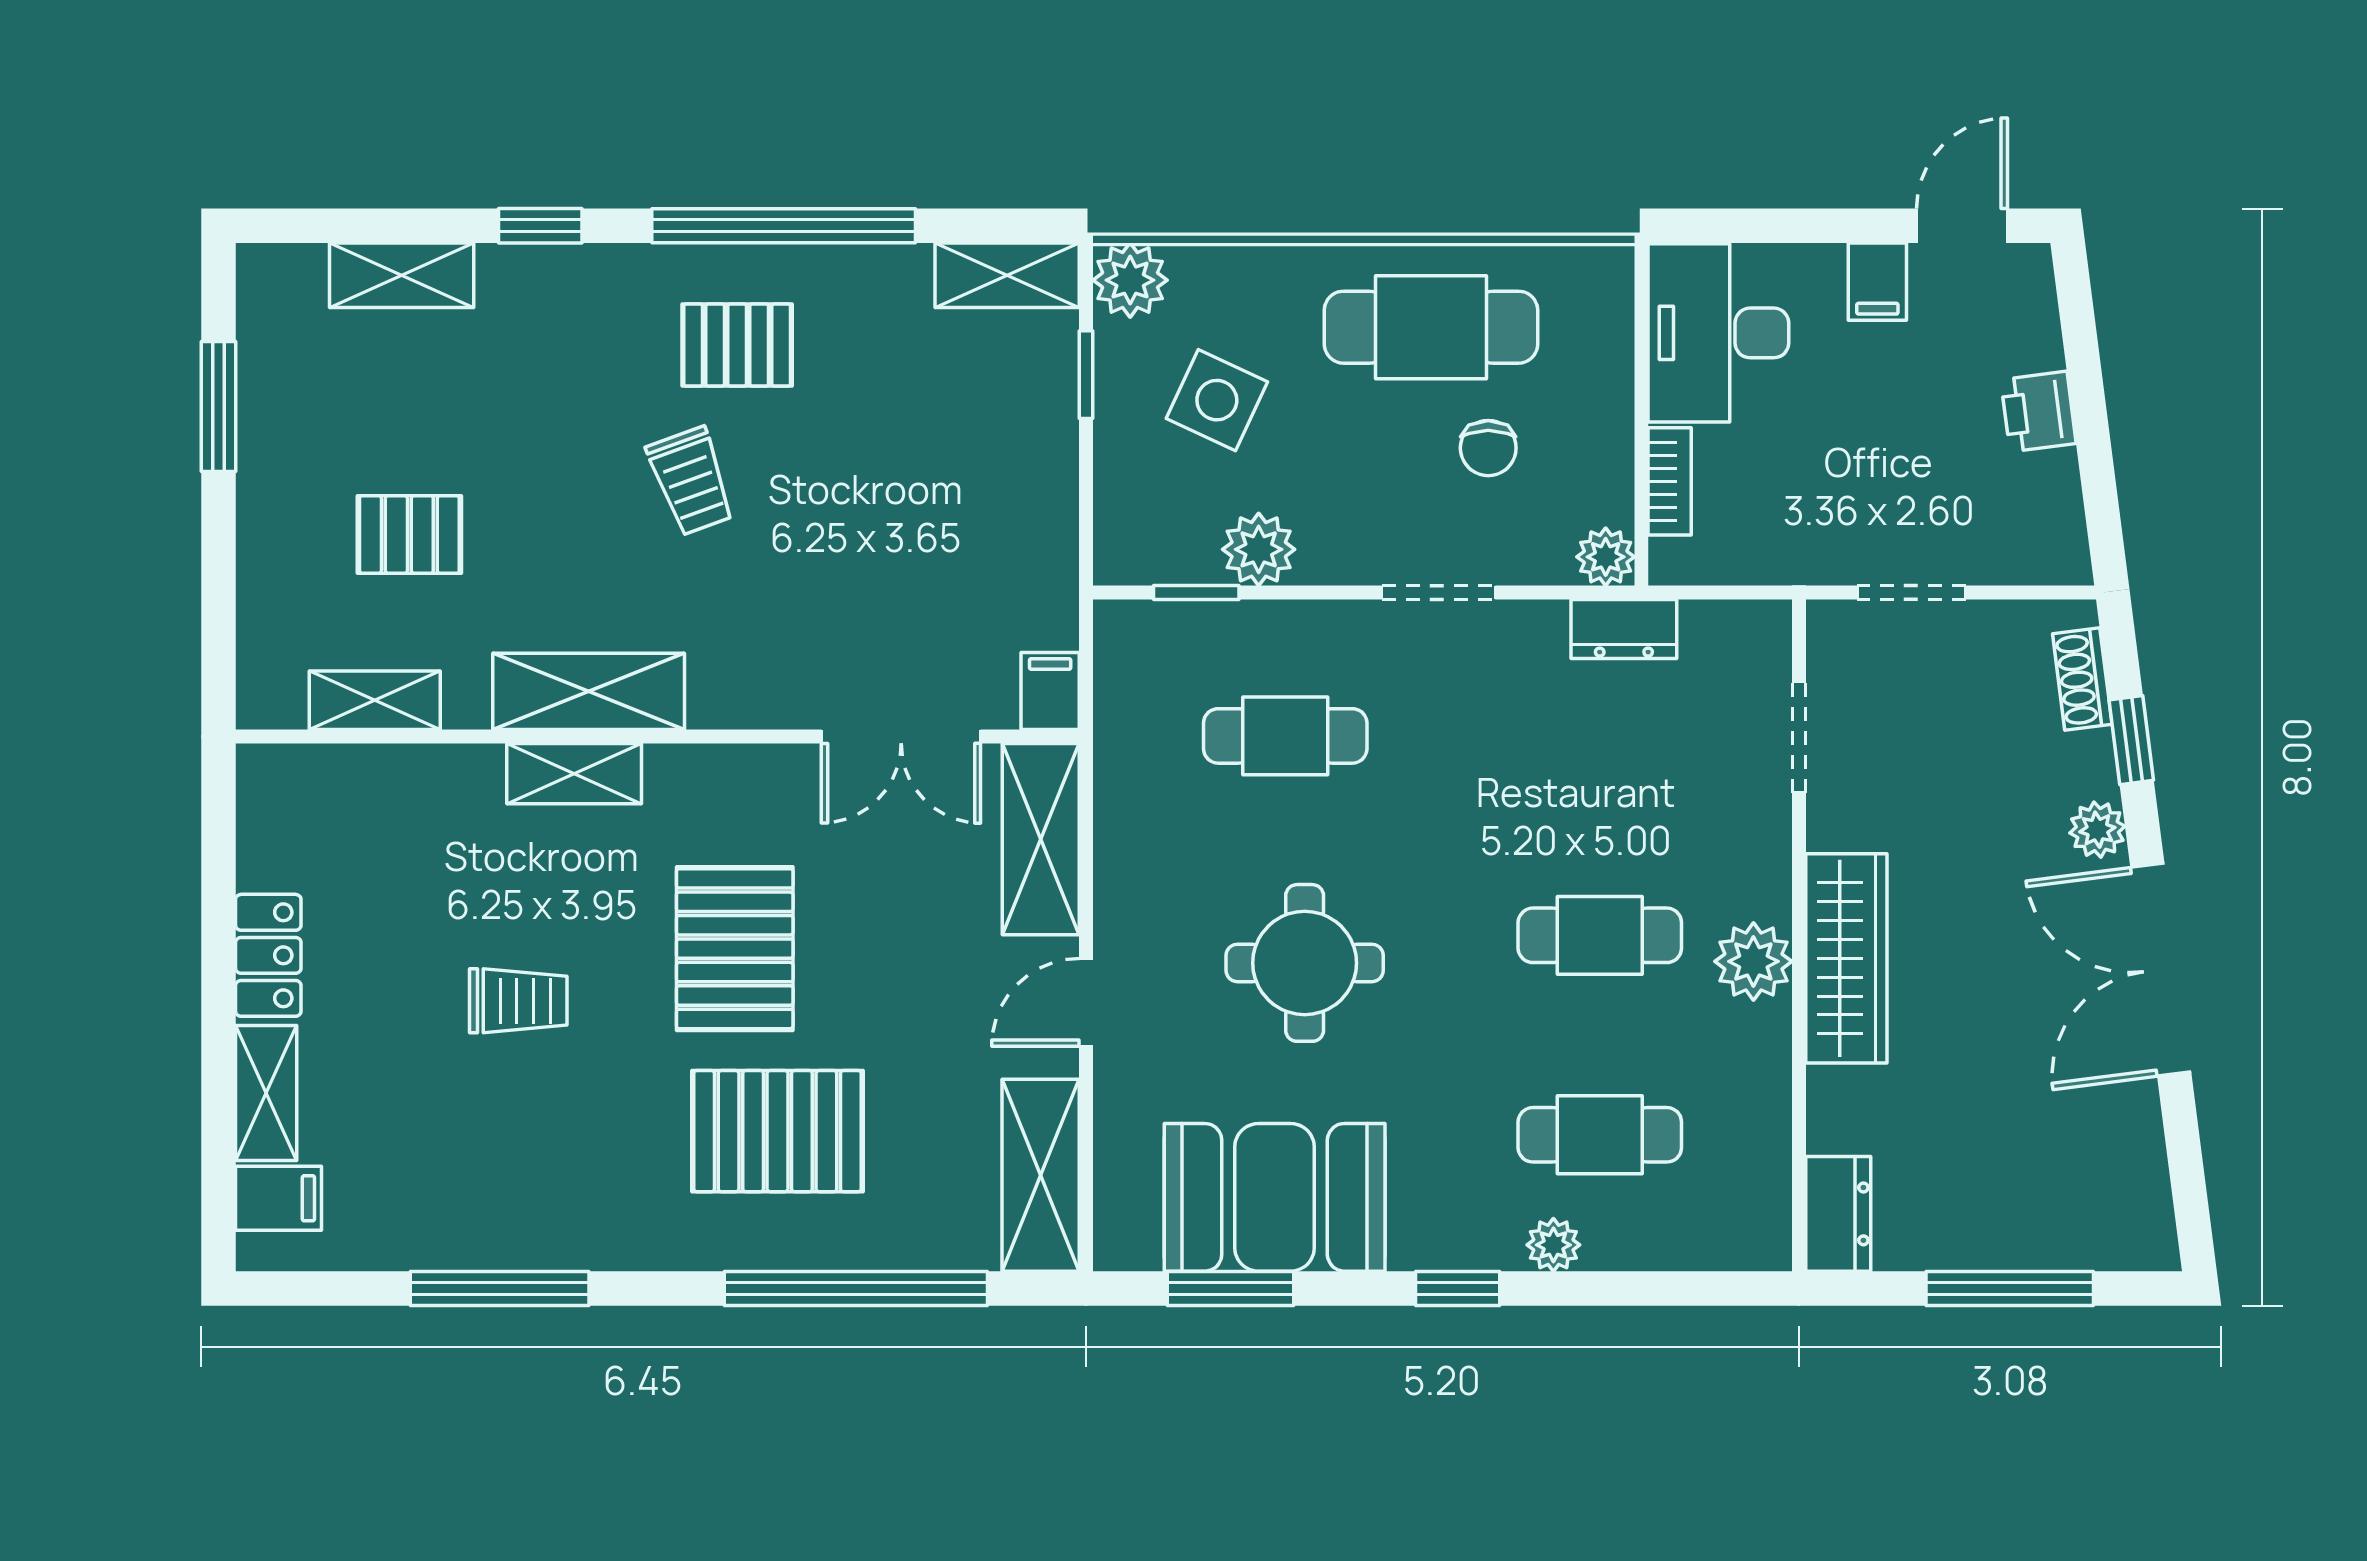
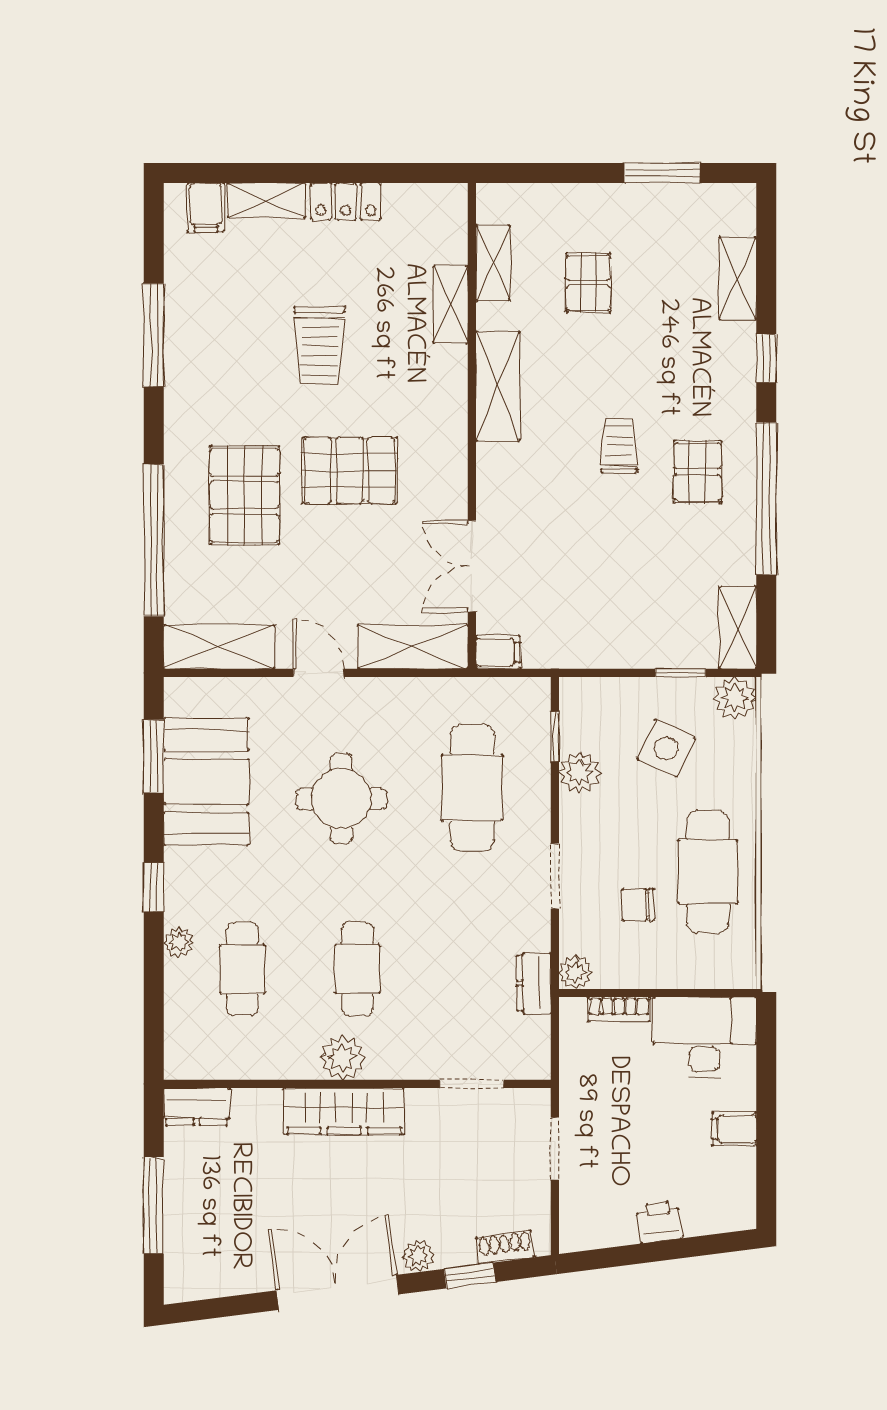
door: (1962, 226) -> (766, 1178), removed
trolley: (691, 481) -> (619, 445), turned 110
cafe table: (1285, 736) -> (472, 788), width x1.37, depth x1.35
shelving: (574, 774) -> (451, 305), moved
trolley: (518, 1001) -> (320, 346), width x1.36, depth x1.39

